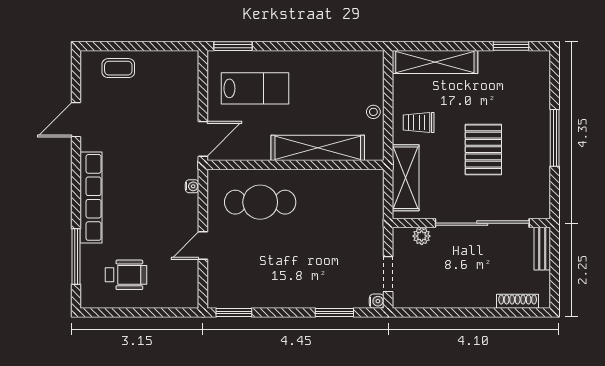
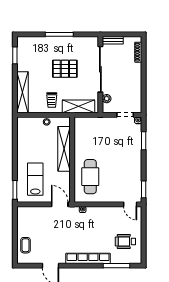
door: (203, 246) -> (130, 204), moved
wheelchair: (126, 275) -> (125, 241), turned -90

